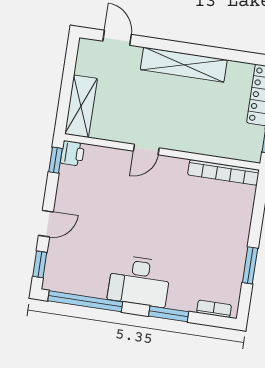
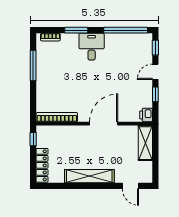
door: (146, 149) -> (104, 124), width x1.87
window: (56, 160) -> (155, 94), moved
window: (250, 265) -> (33, 65), width x1.44
desk: (139, 281) -> (92, 47), width x0.73

